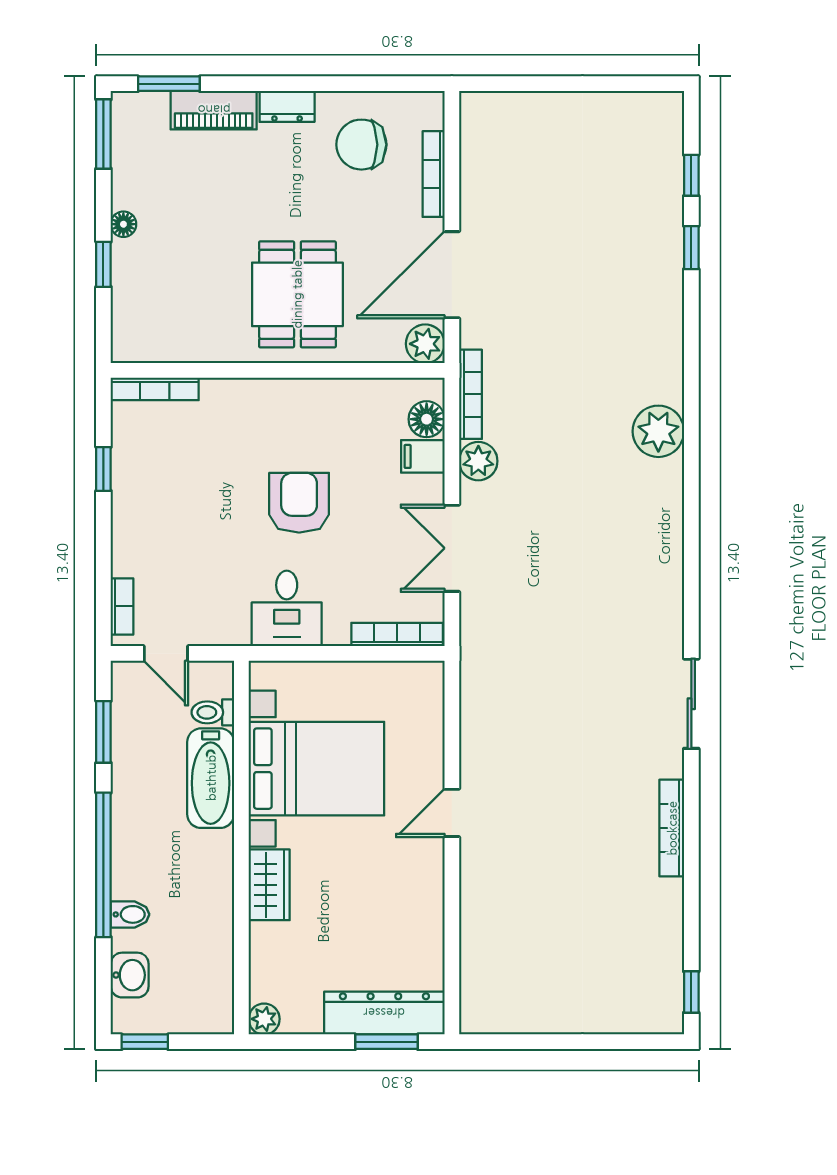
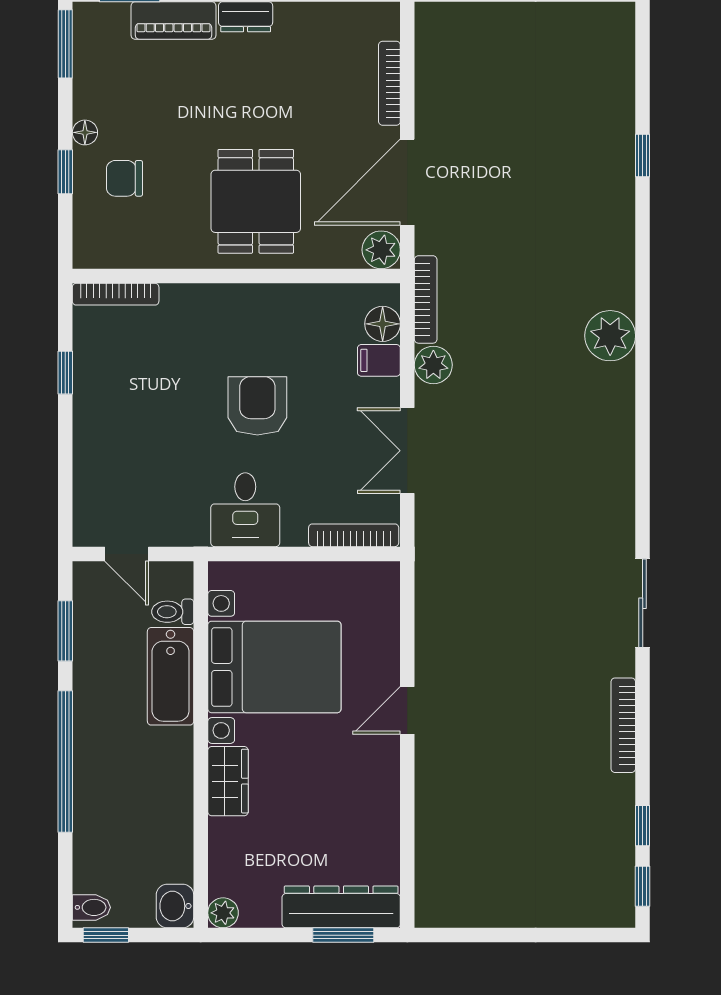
chair: (361, 145) -> (124, 178), moved, width x0.73, depth x0.73
window: (691, 175) -> (643, 826), moved
bookcase: (122, 606) -> (84, 508), removed
bidet: (130, 914) -> (91, 907), moved
washbasin: (130, 975) -> (175, 906), moved, turned 180

